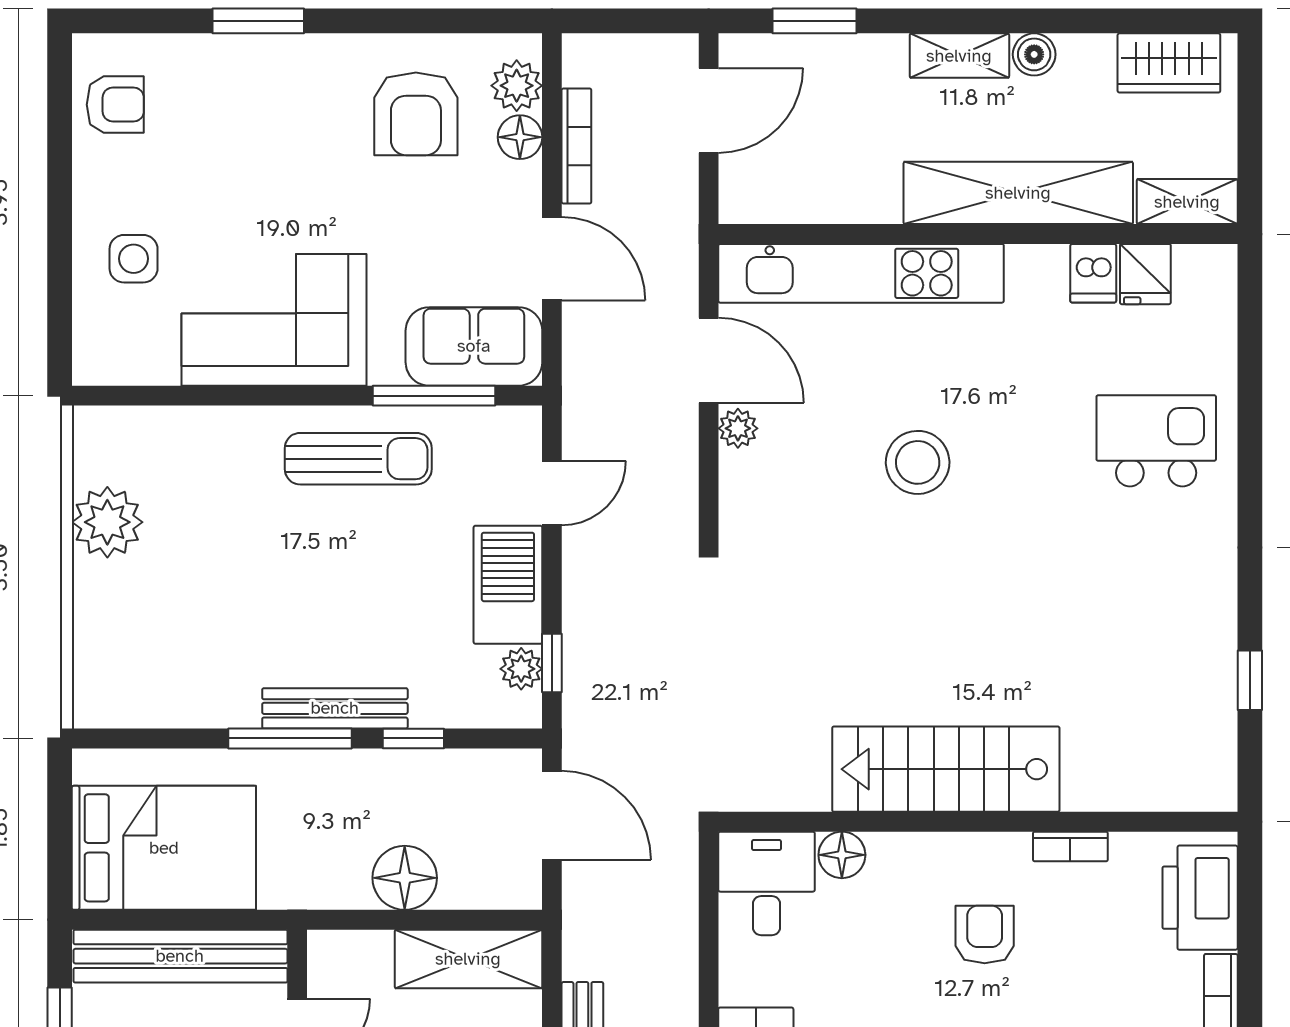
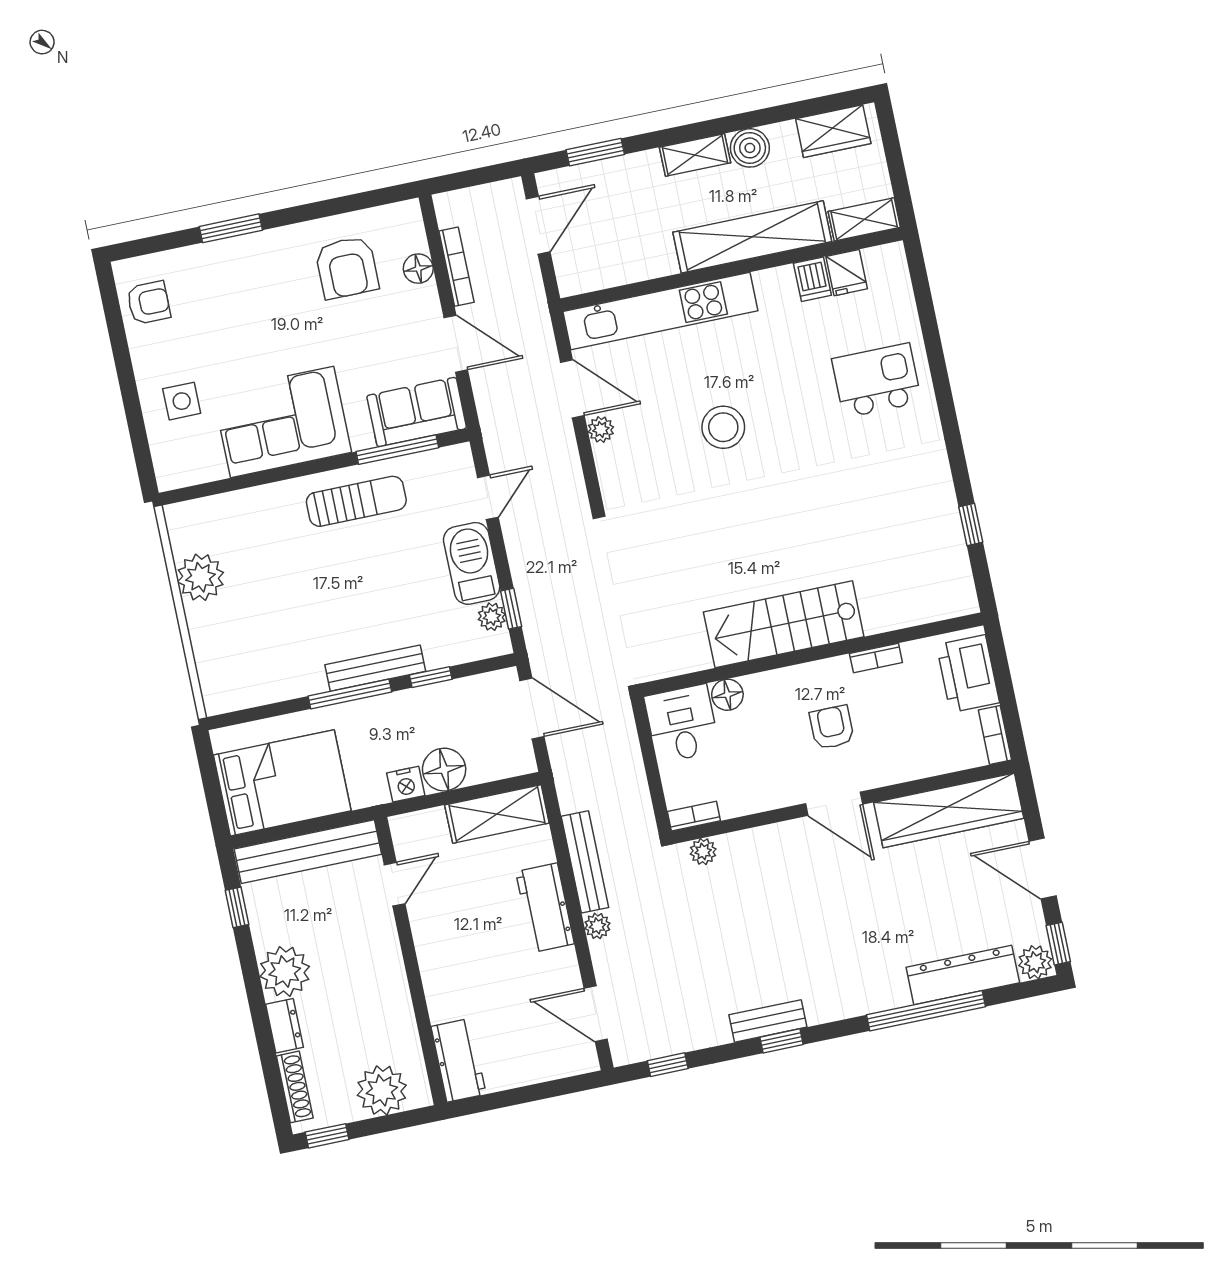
boiler: (1034, 54) -> (750, 148), width x1.36, depth x1.36
plant: (517, 86) -> (409, 235), removed
nightstand: (344, 887) -> (406, 784), added

